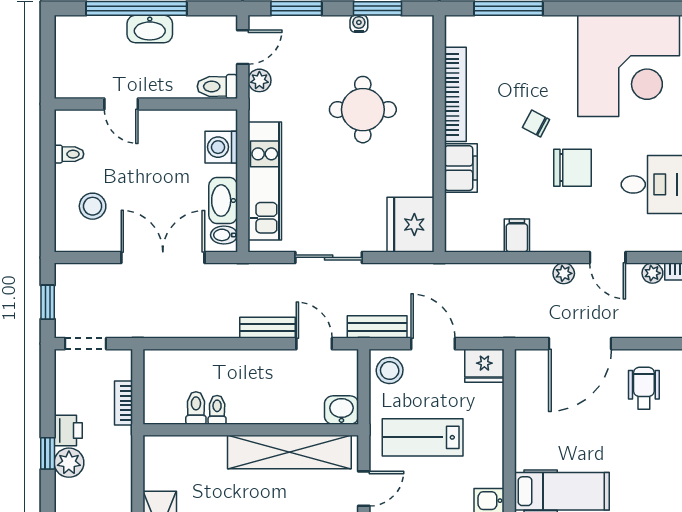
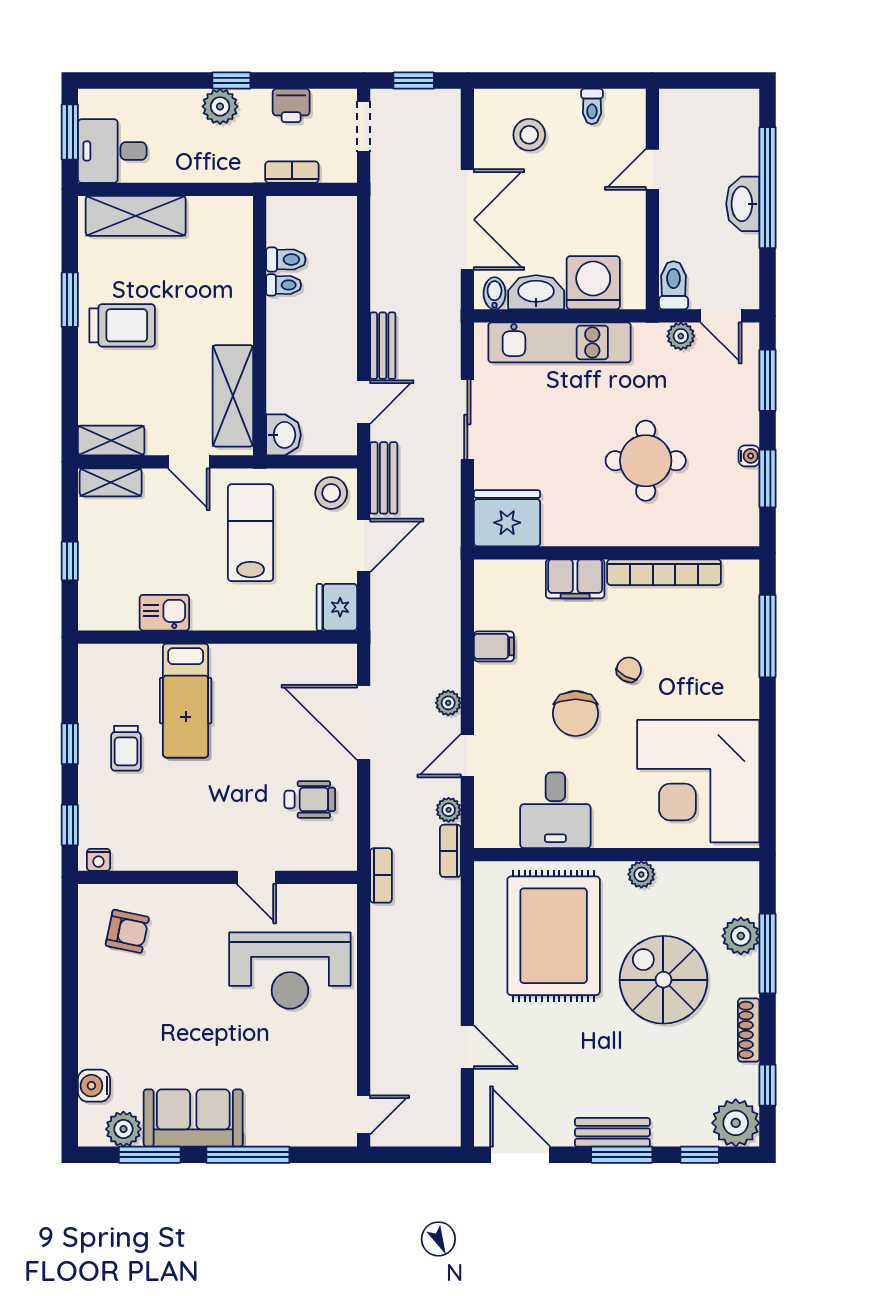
washing machine: (221, 147) -> (593, 283), width x1.37, depth x1.37
printer: (68, 430) -> (291, 105), moved
shelving: (289, 452) -> (233, 396), width x0.68

